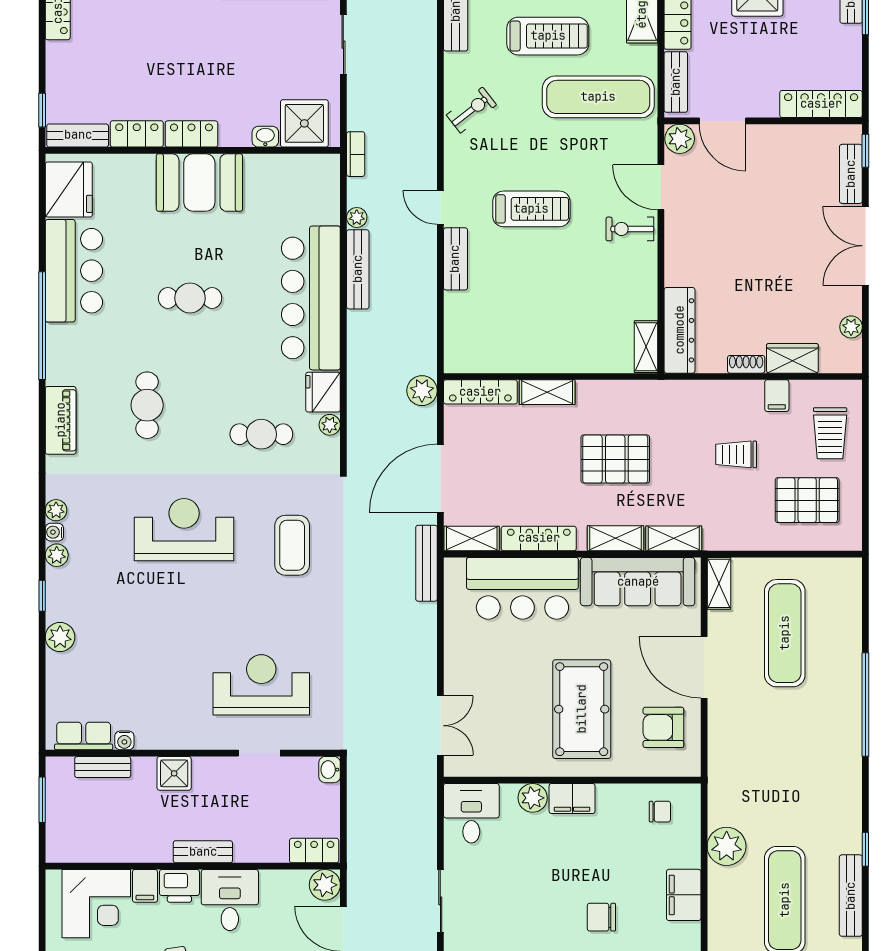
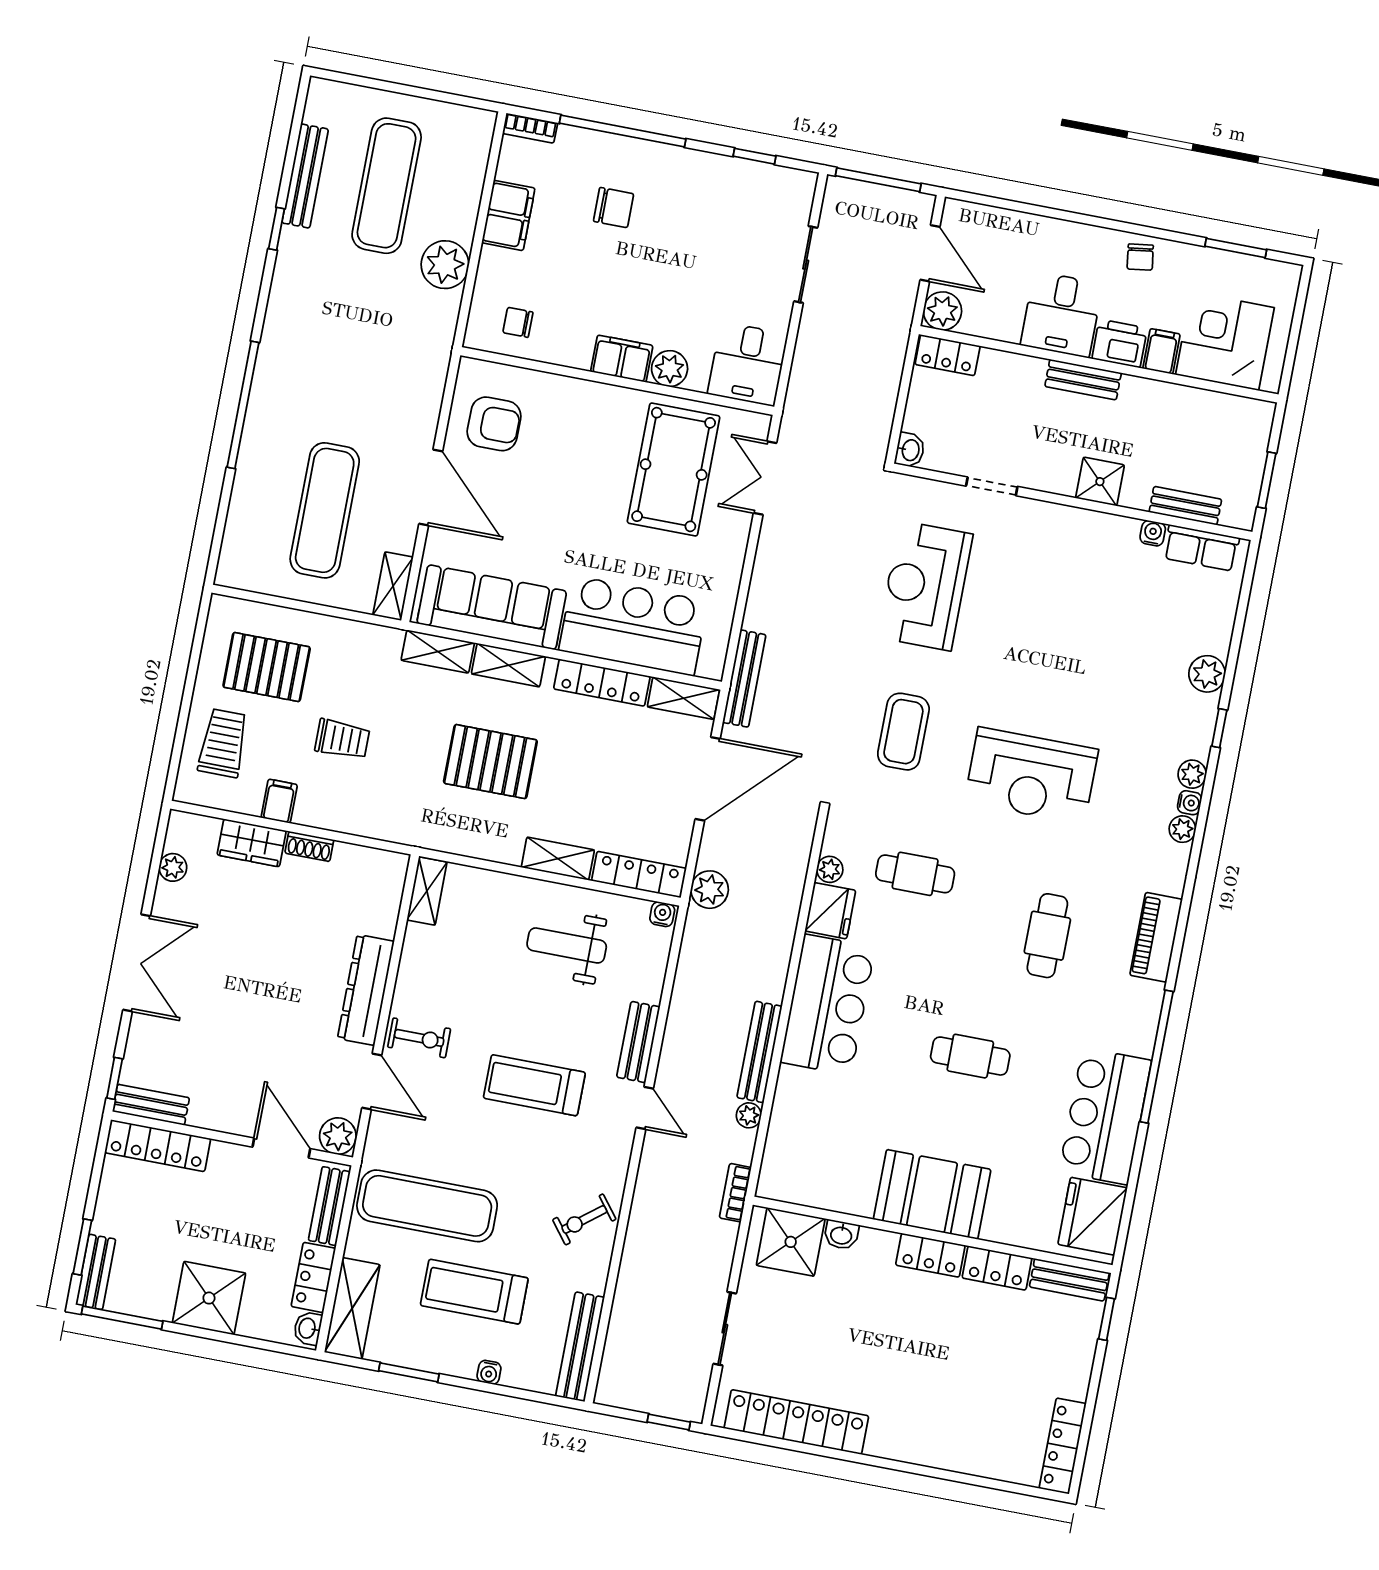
bench: (851, 174) -> (151, 1105), moved, turned 90
bar counter: (311, 298) -> (828, 1005), width x0.73
weight bench: (527, 325) -> (567, 945), added
dresser: (680, 330) -> (366, 990), moved
water cooler: (456, 364) -> (662, 914), added
reception desk: (261, 685) -> (925, 586), moved, turned 90
pool table: (582, 709) -> (674, 470), moved

